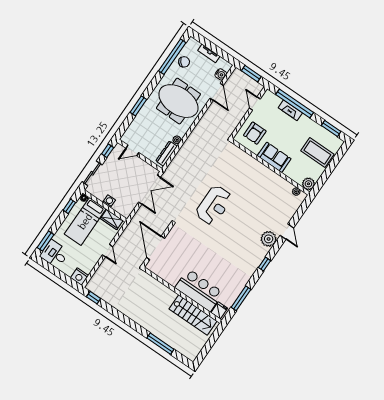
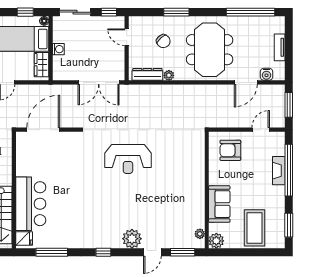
chair: (184, 62) -> (163, 41), moved
sofa: (274, 157) -> (219, 204), moved
window: (301, 211) -> (183, 252), added

